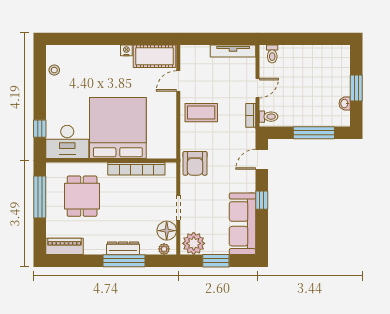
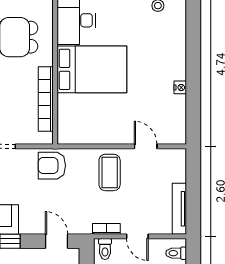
cot: (155, 56) -> (174, 119), removed
bed: (118, 128) -> (92, 69), width x0.73

